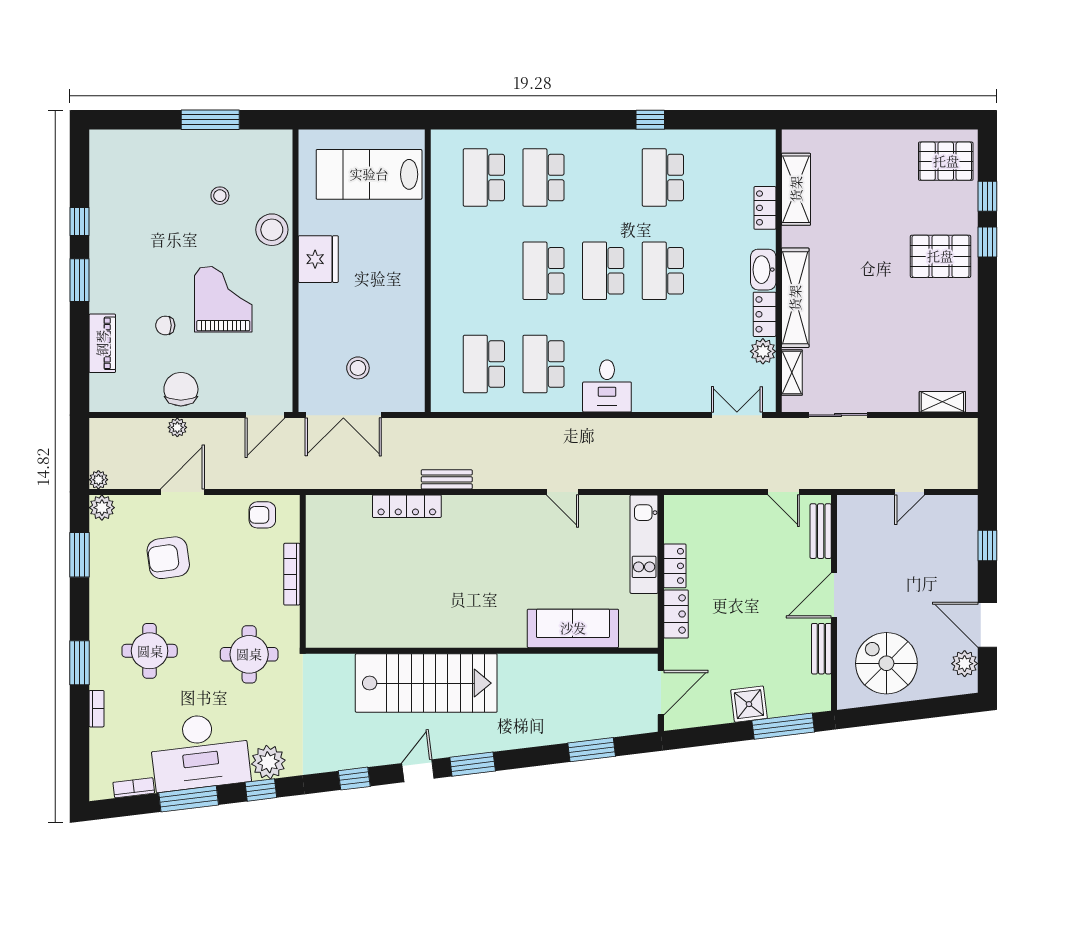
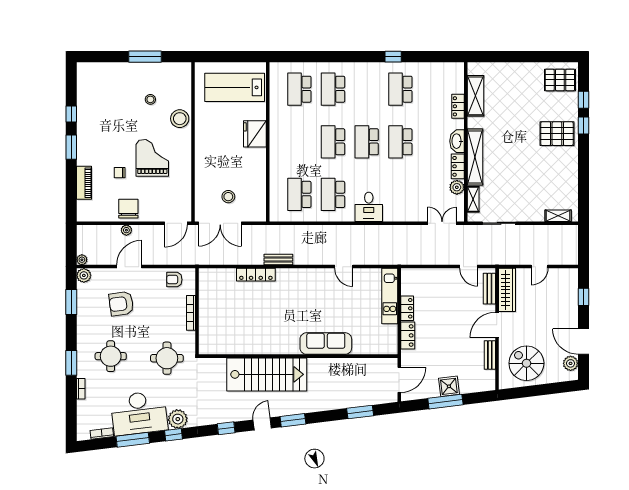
fridge: (318, 259) -> (255, 134), moved, turned 180
wardrobe: (852, 533) -> (507, 290), added
sofa: (573, 628) -> (326, 344), moved
window: (783, 726) -> (445, 402), moved

